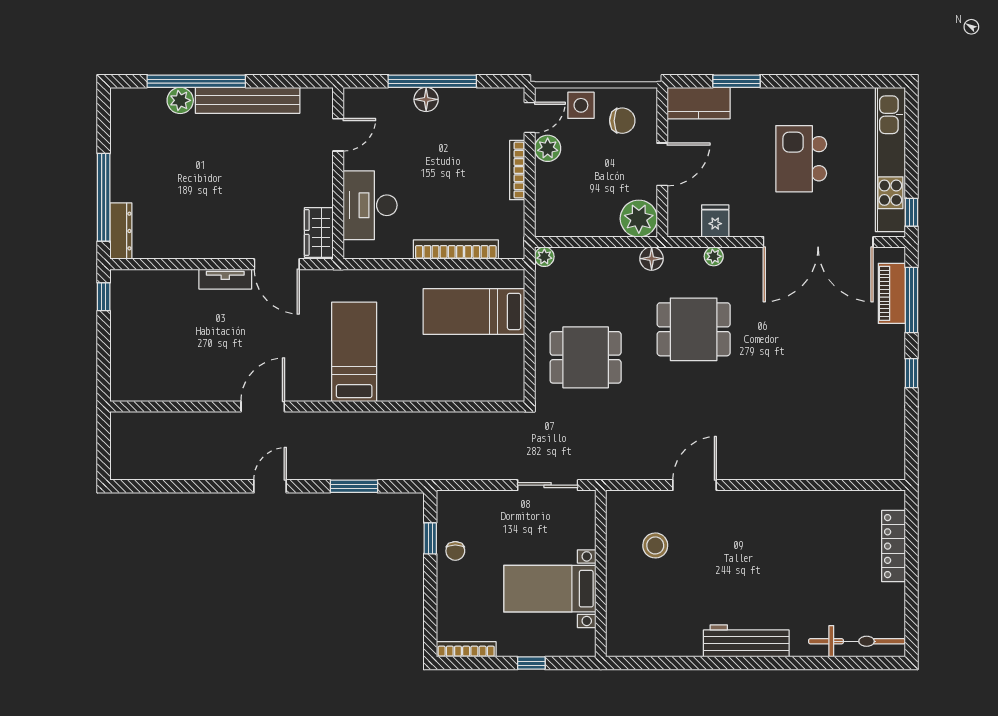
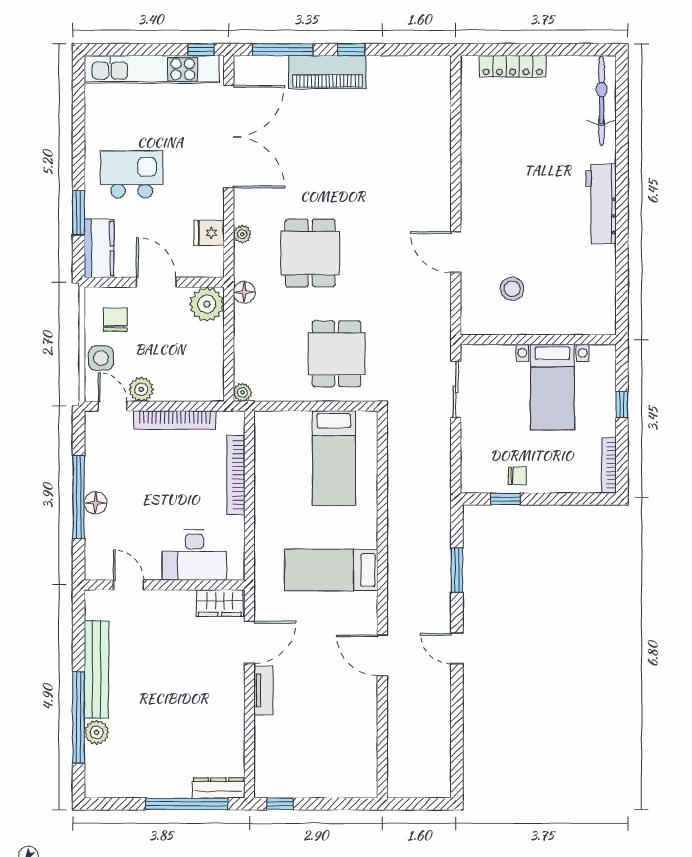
kitchen island: (801, 159) -> (132, 174), moved, turned 180
bookcase: (517, 170) -> (175, 420), width x1.48, depth x1.31
piano: (892, 293) -> (327, 72), moved, width x1.37, depth x1.33
bed: (474, 311) -> (334, 458), moved

